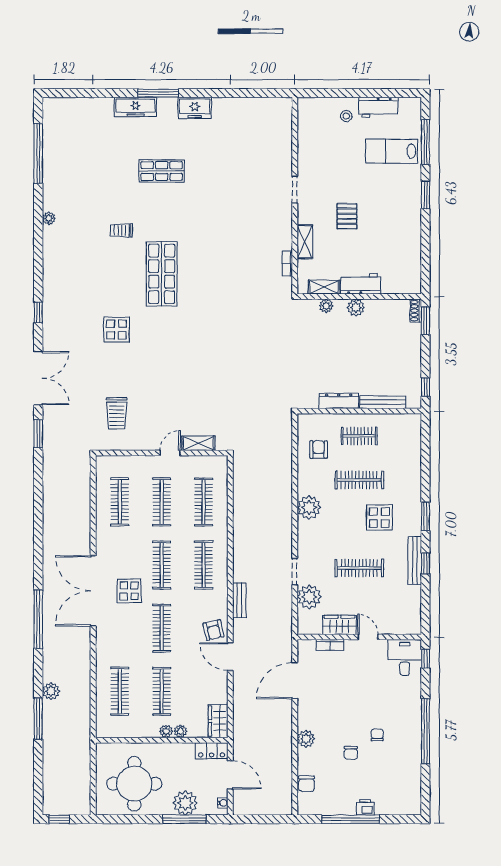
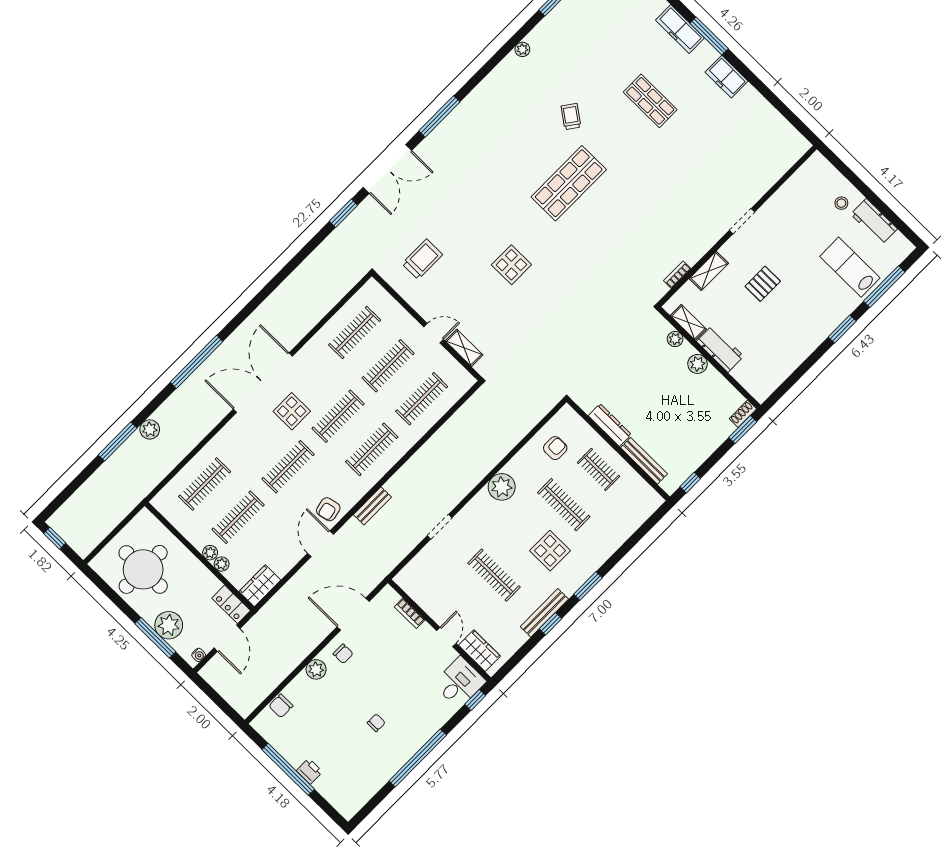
trolley: (121, 230) -> (571, 117), turned 36
window: (38, 313) -> (439, 116), width x2.17
display table: (116, 330) -> (511, 265), moved
trolley: (117, 413) -> (422, 259), turned 180
plant: (309, 597) -> (431, 559), removed
wardrobe: (339, 625) -> (479, 651), moved
chair: (351, 753) -> (343, 654), moved, turned -90

